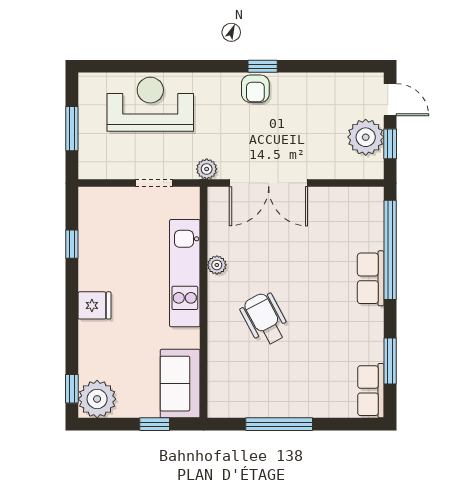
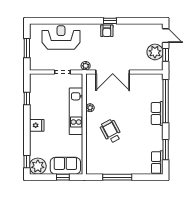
sofa: (180, 384) -> (65, 166), moved, turned 90

